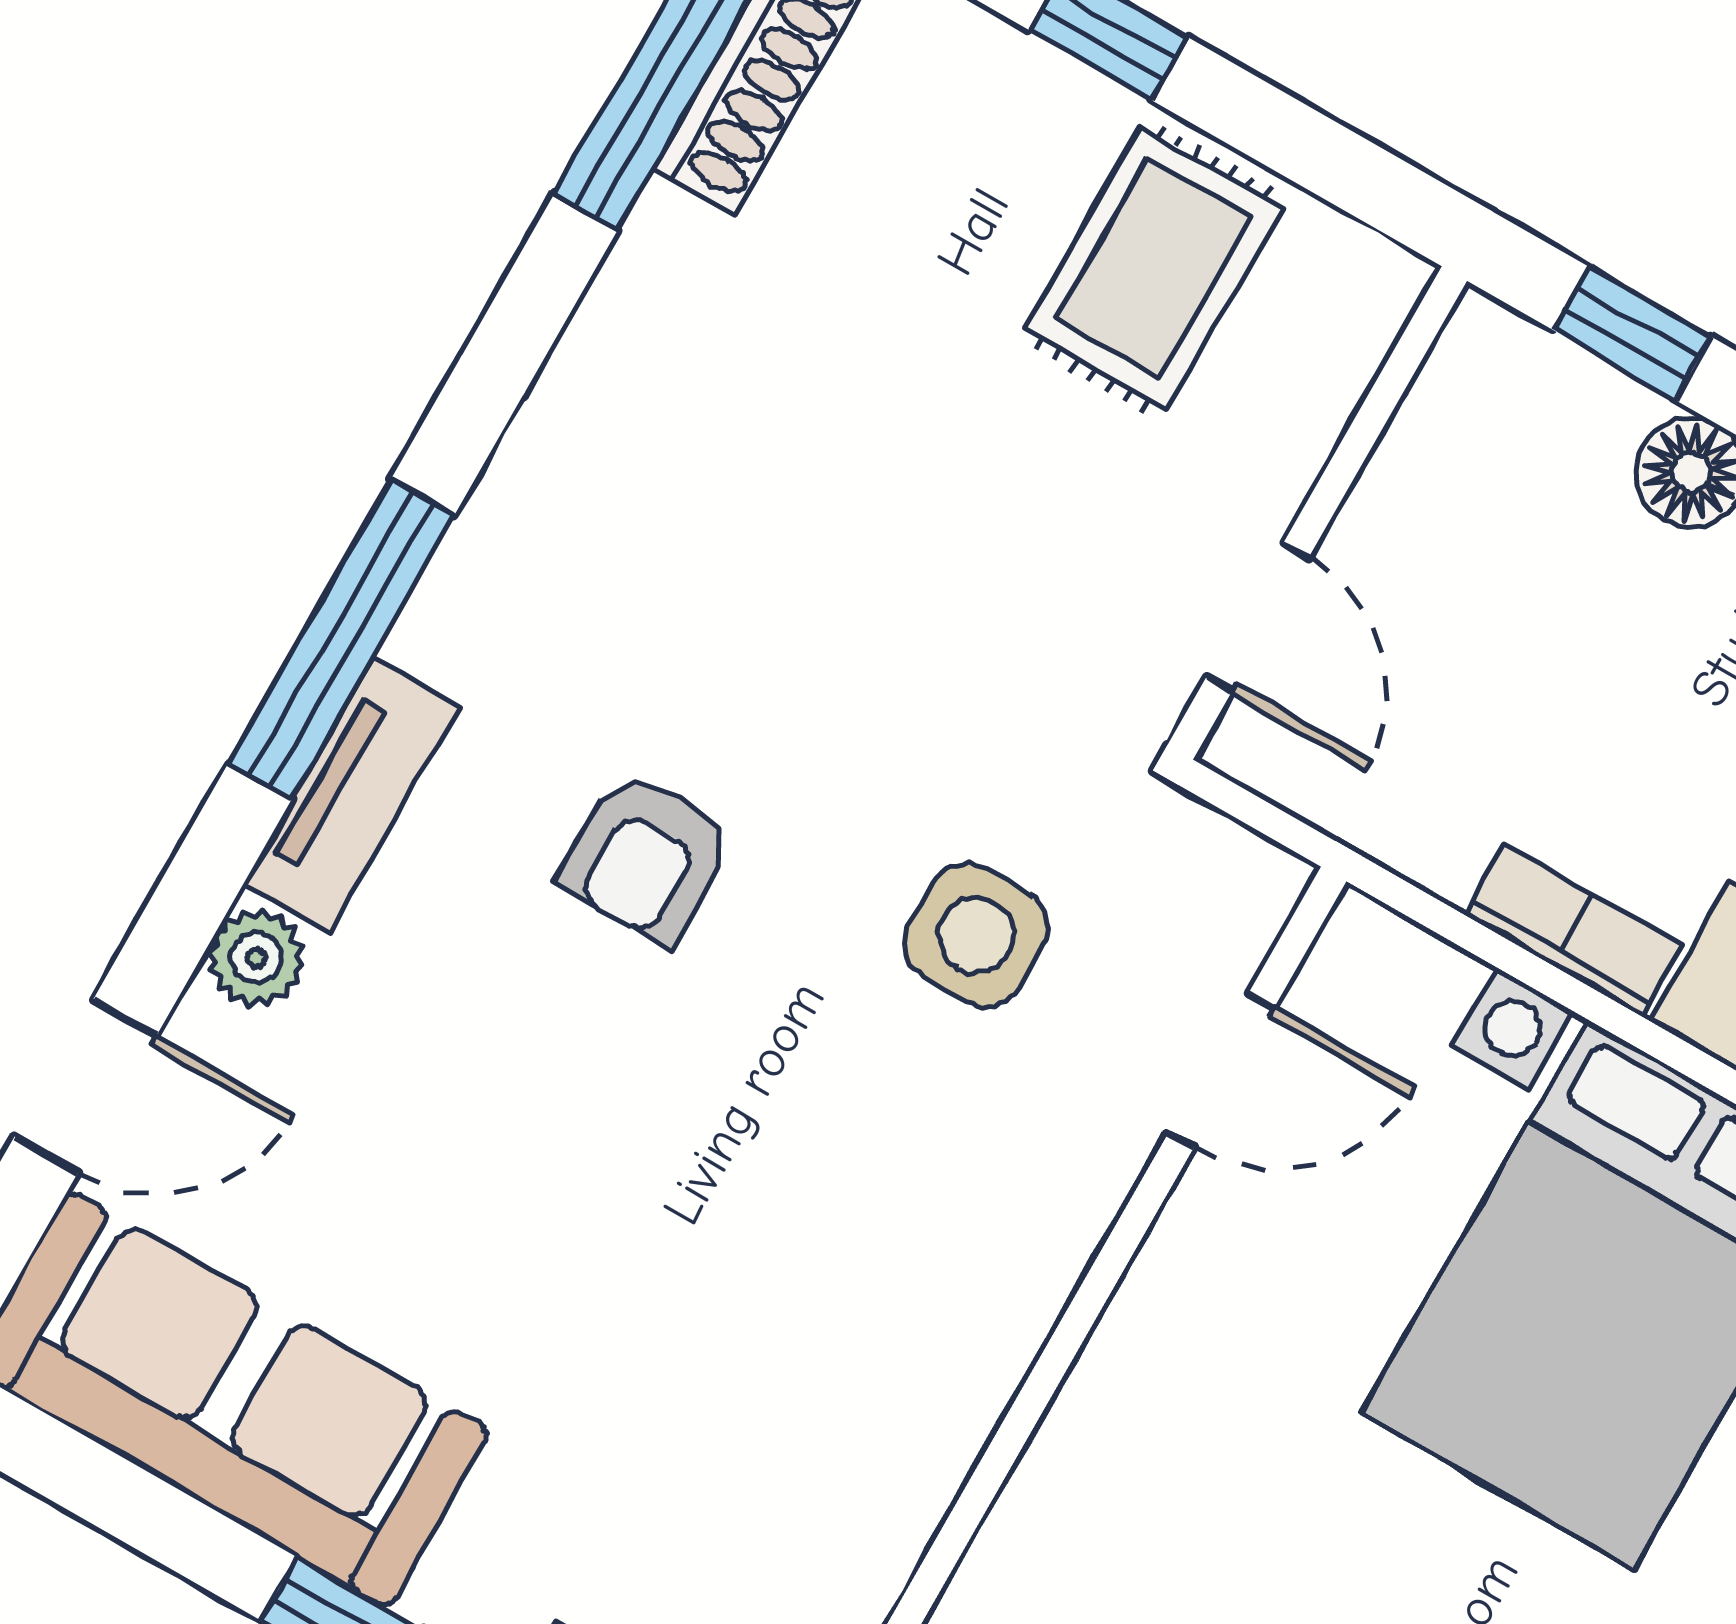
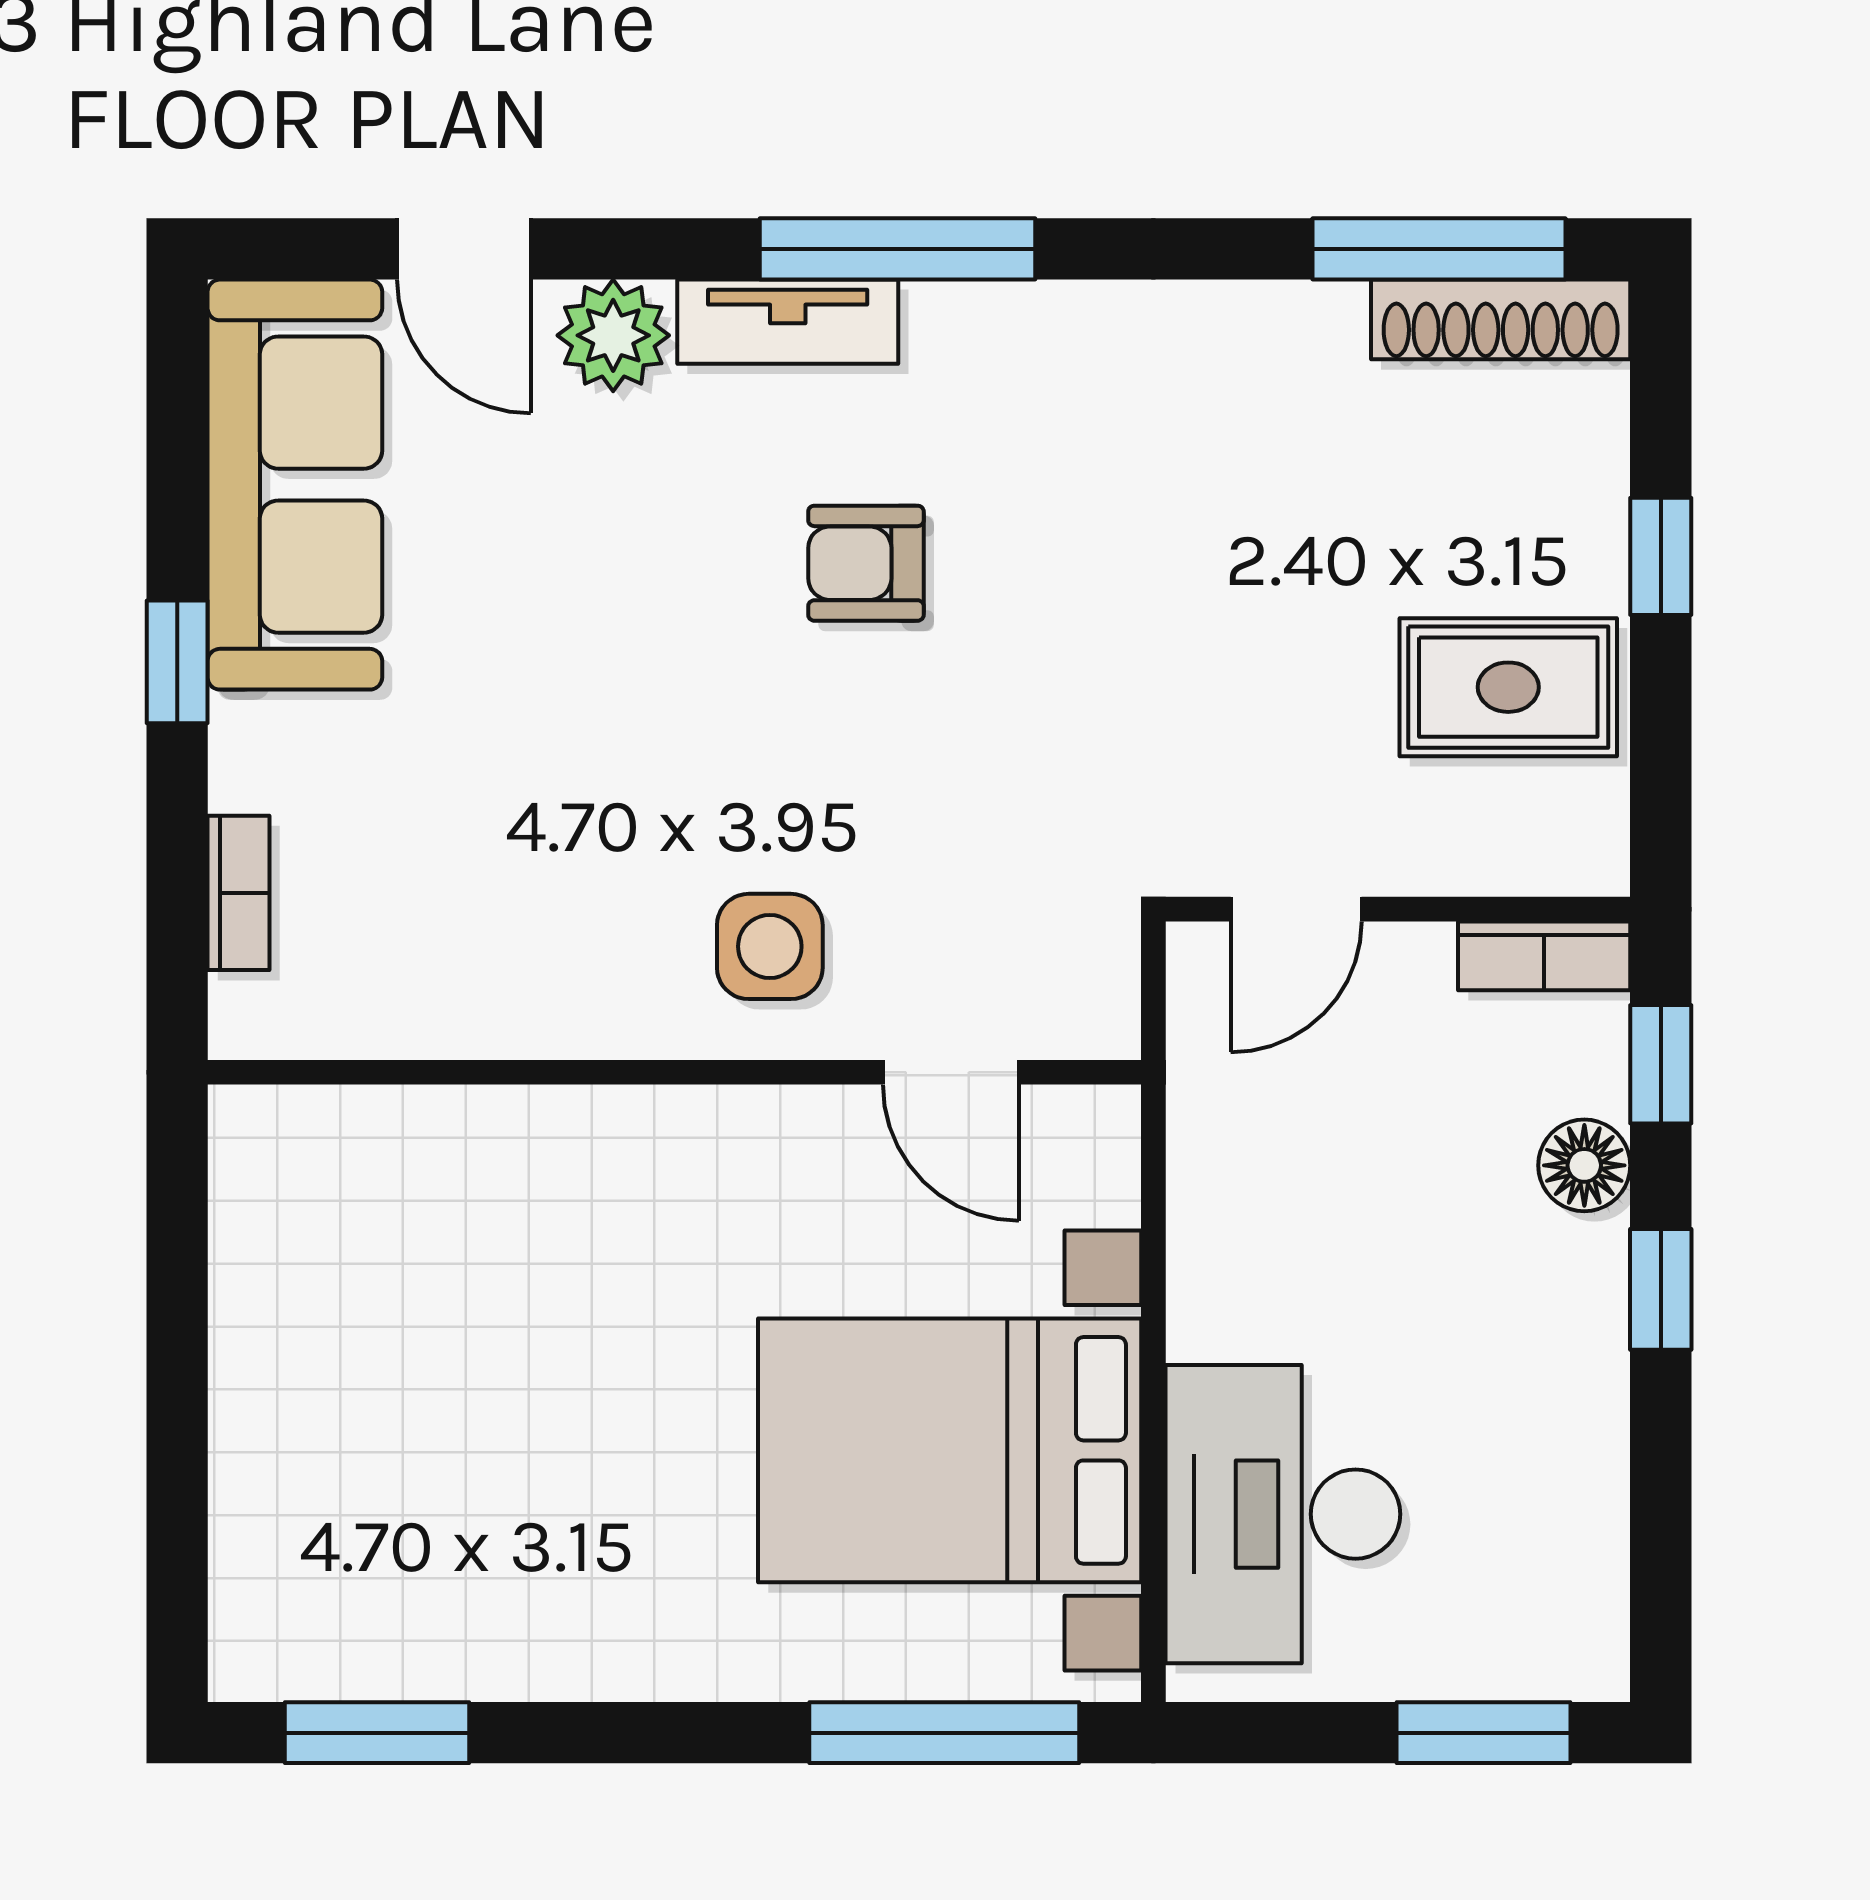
bookcase: (1573, 930) -> (1544, 956), moved, turned 90
side table: (976, 935) -> (770, 946), moved
plant: (256, 958) -> (613, 335), width x1.38, depth x1.38

